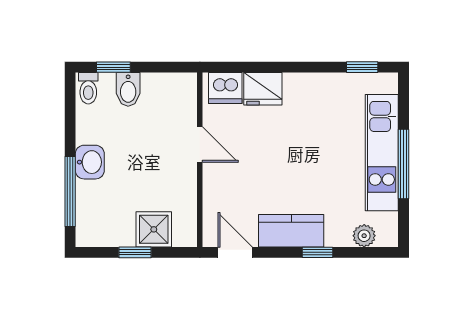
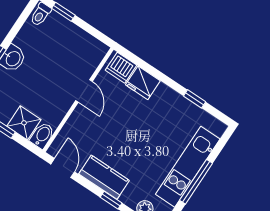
window: (362, 67) -> (195, 99), moved
bidet: (128, 89) -> (42, 135), moved, turned 180

